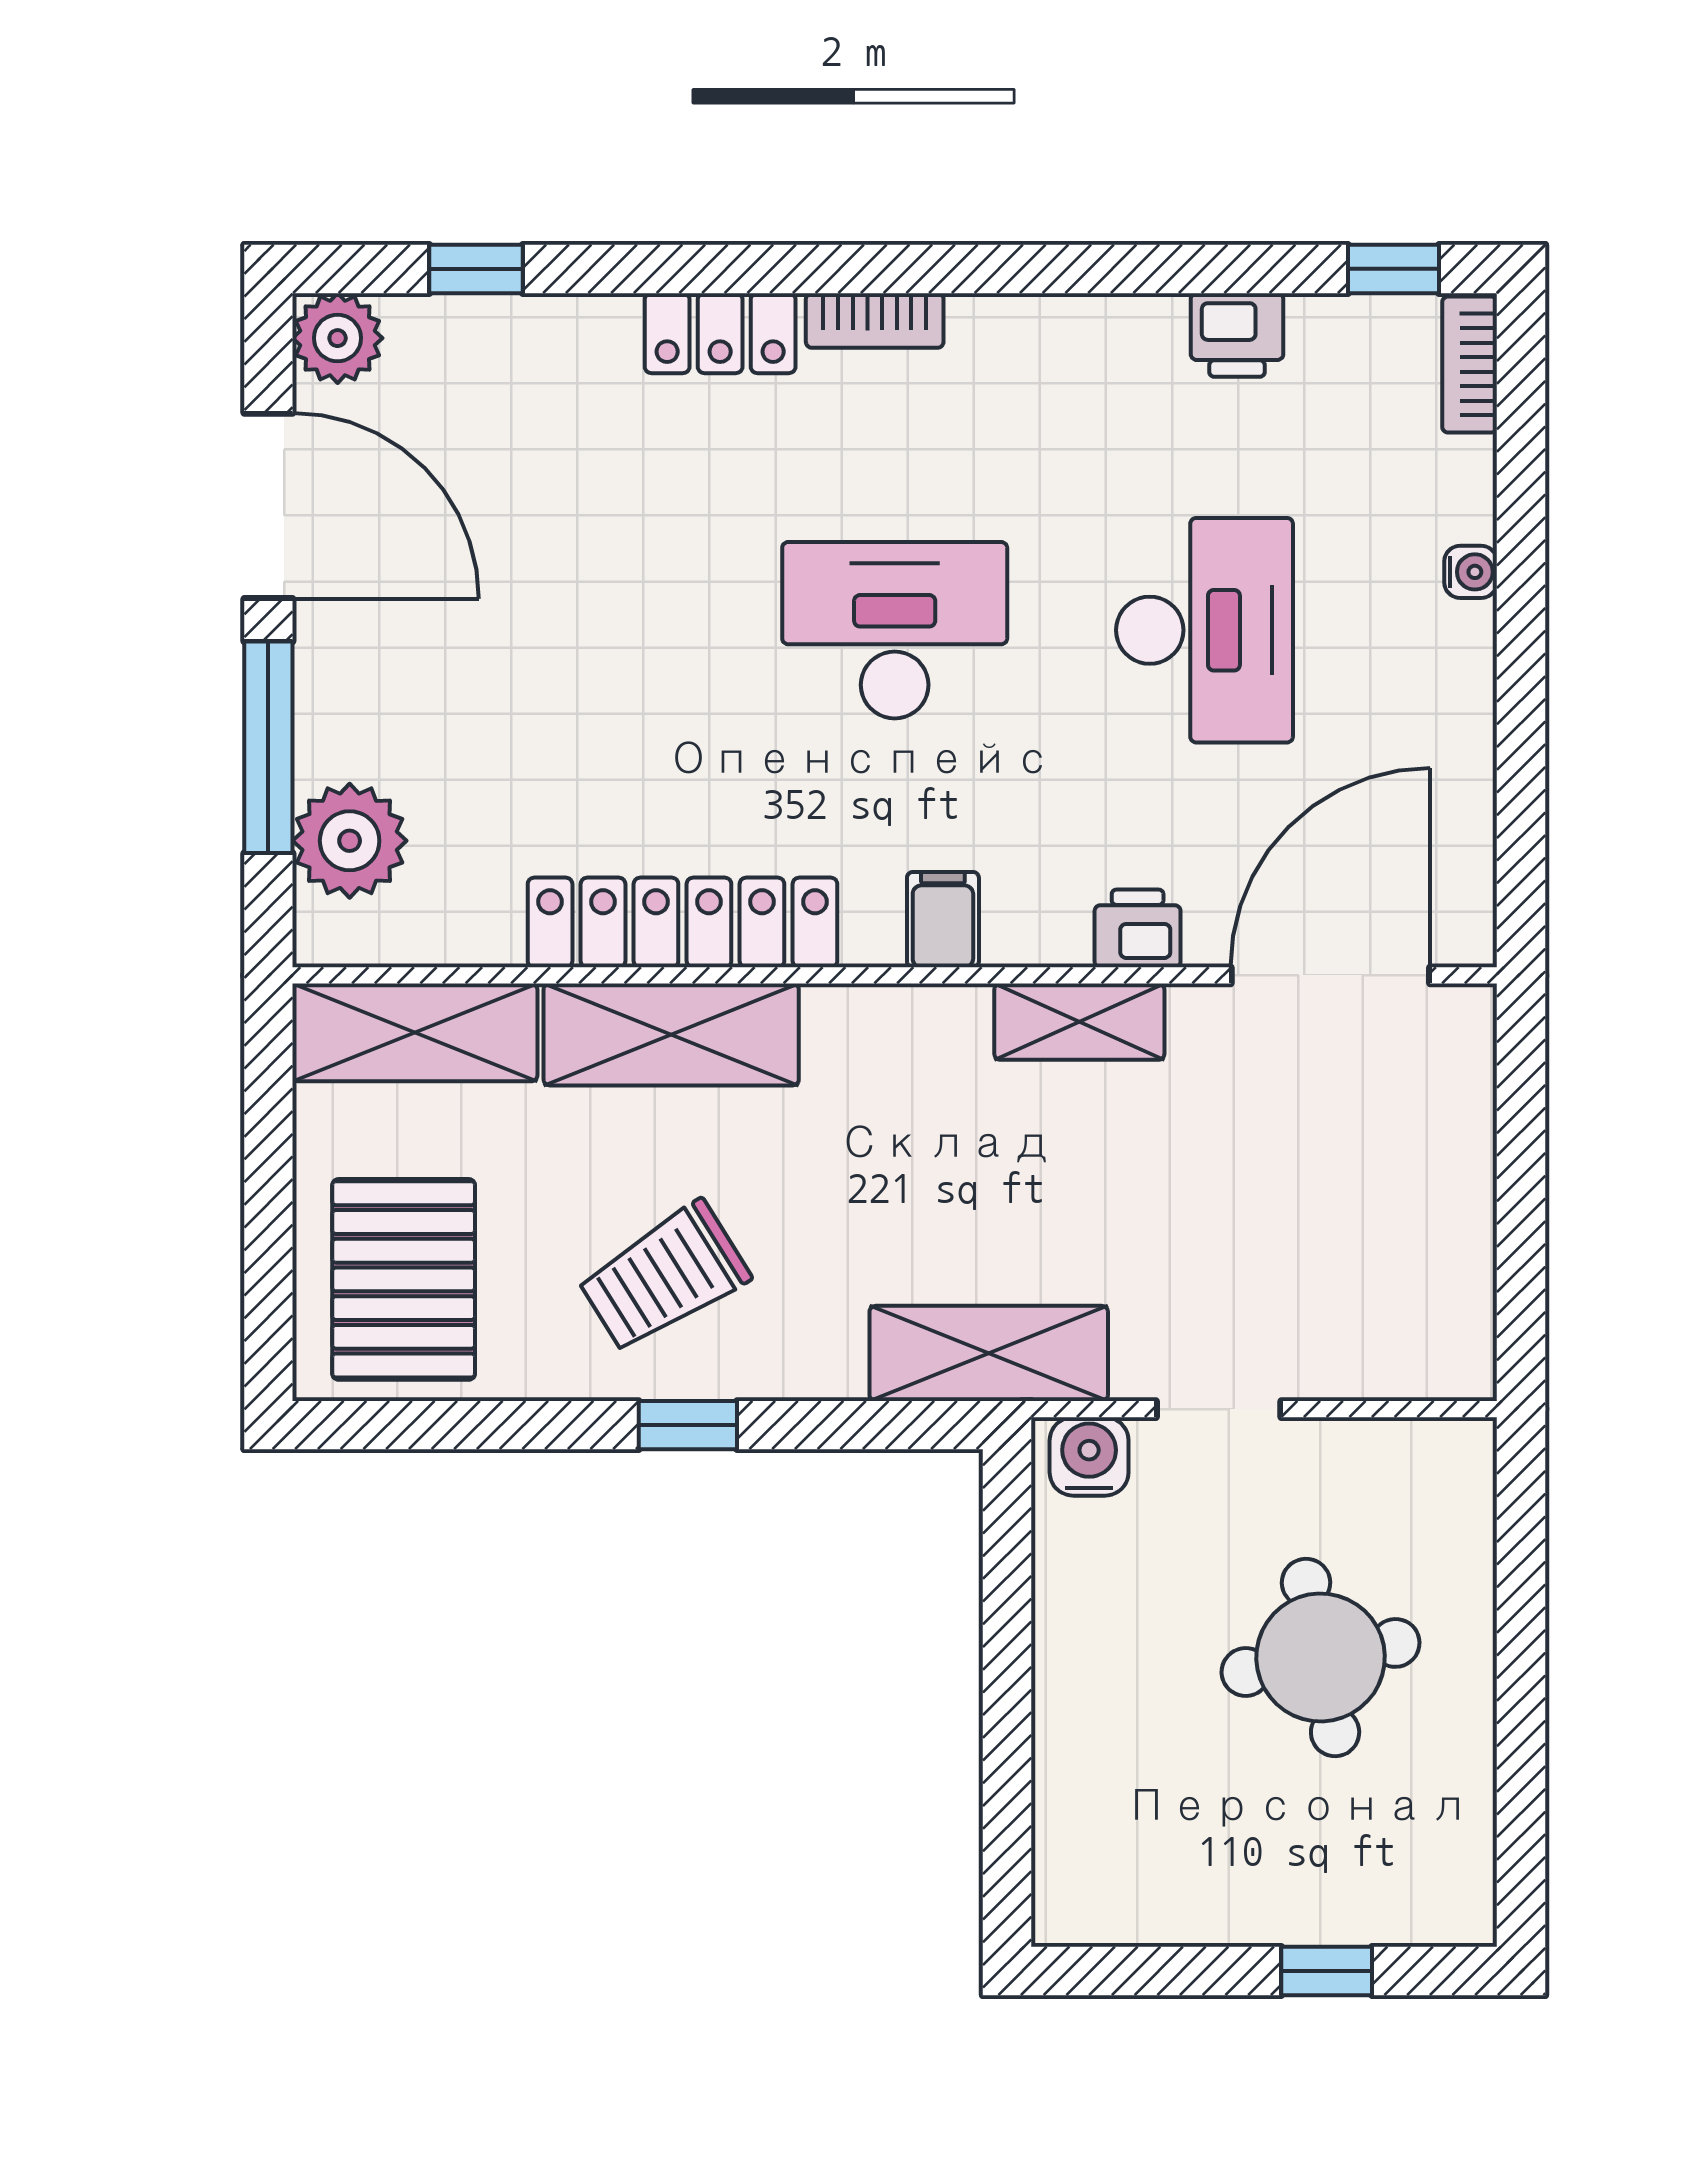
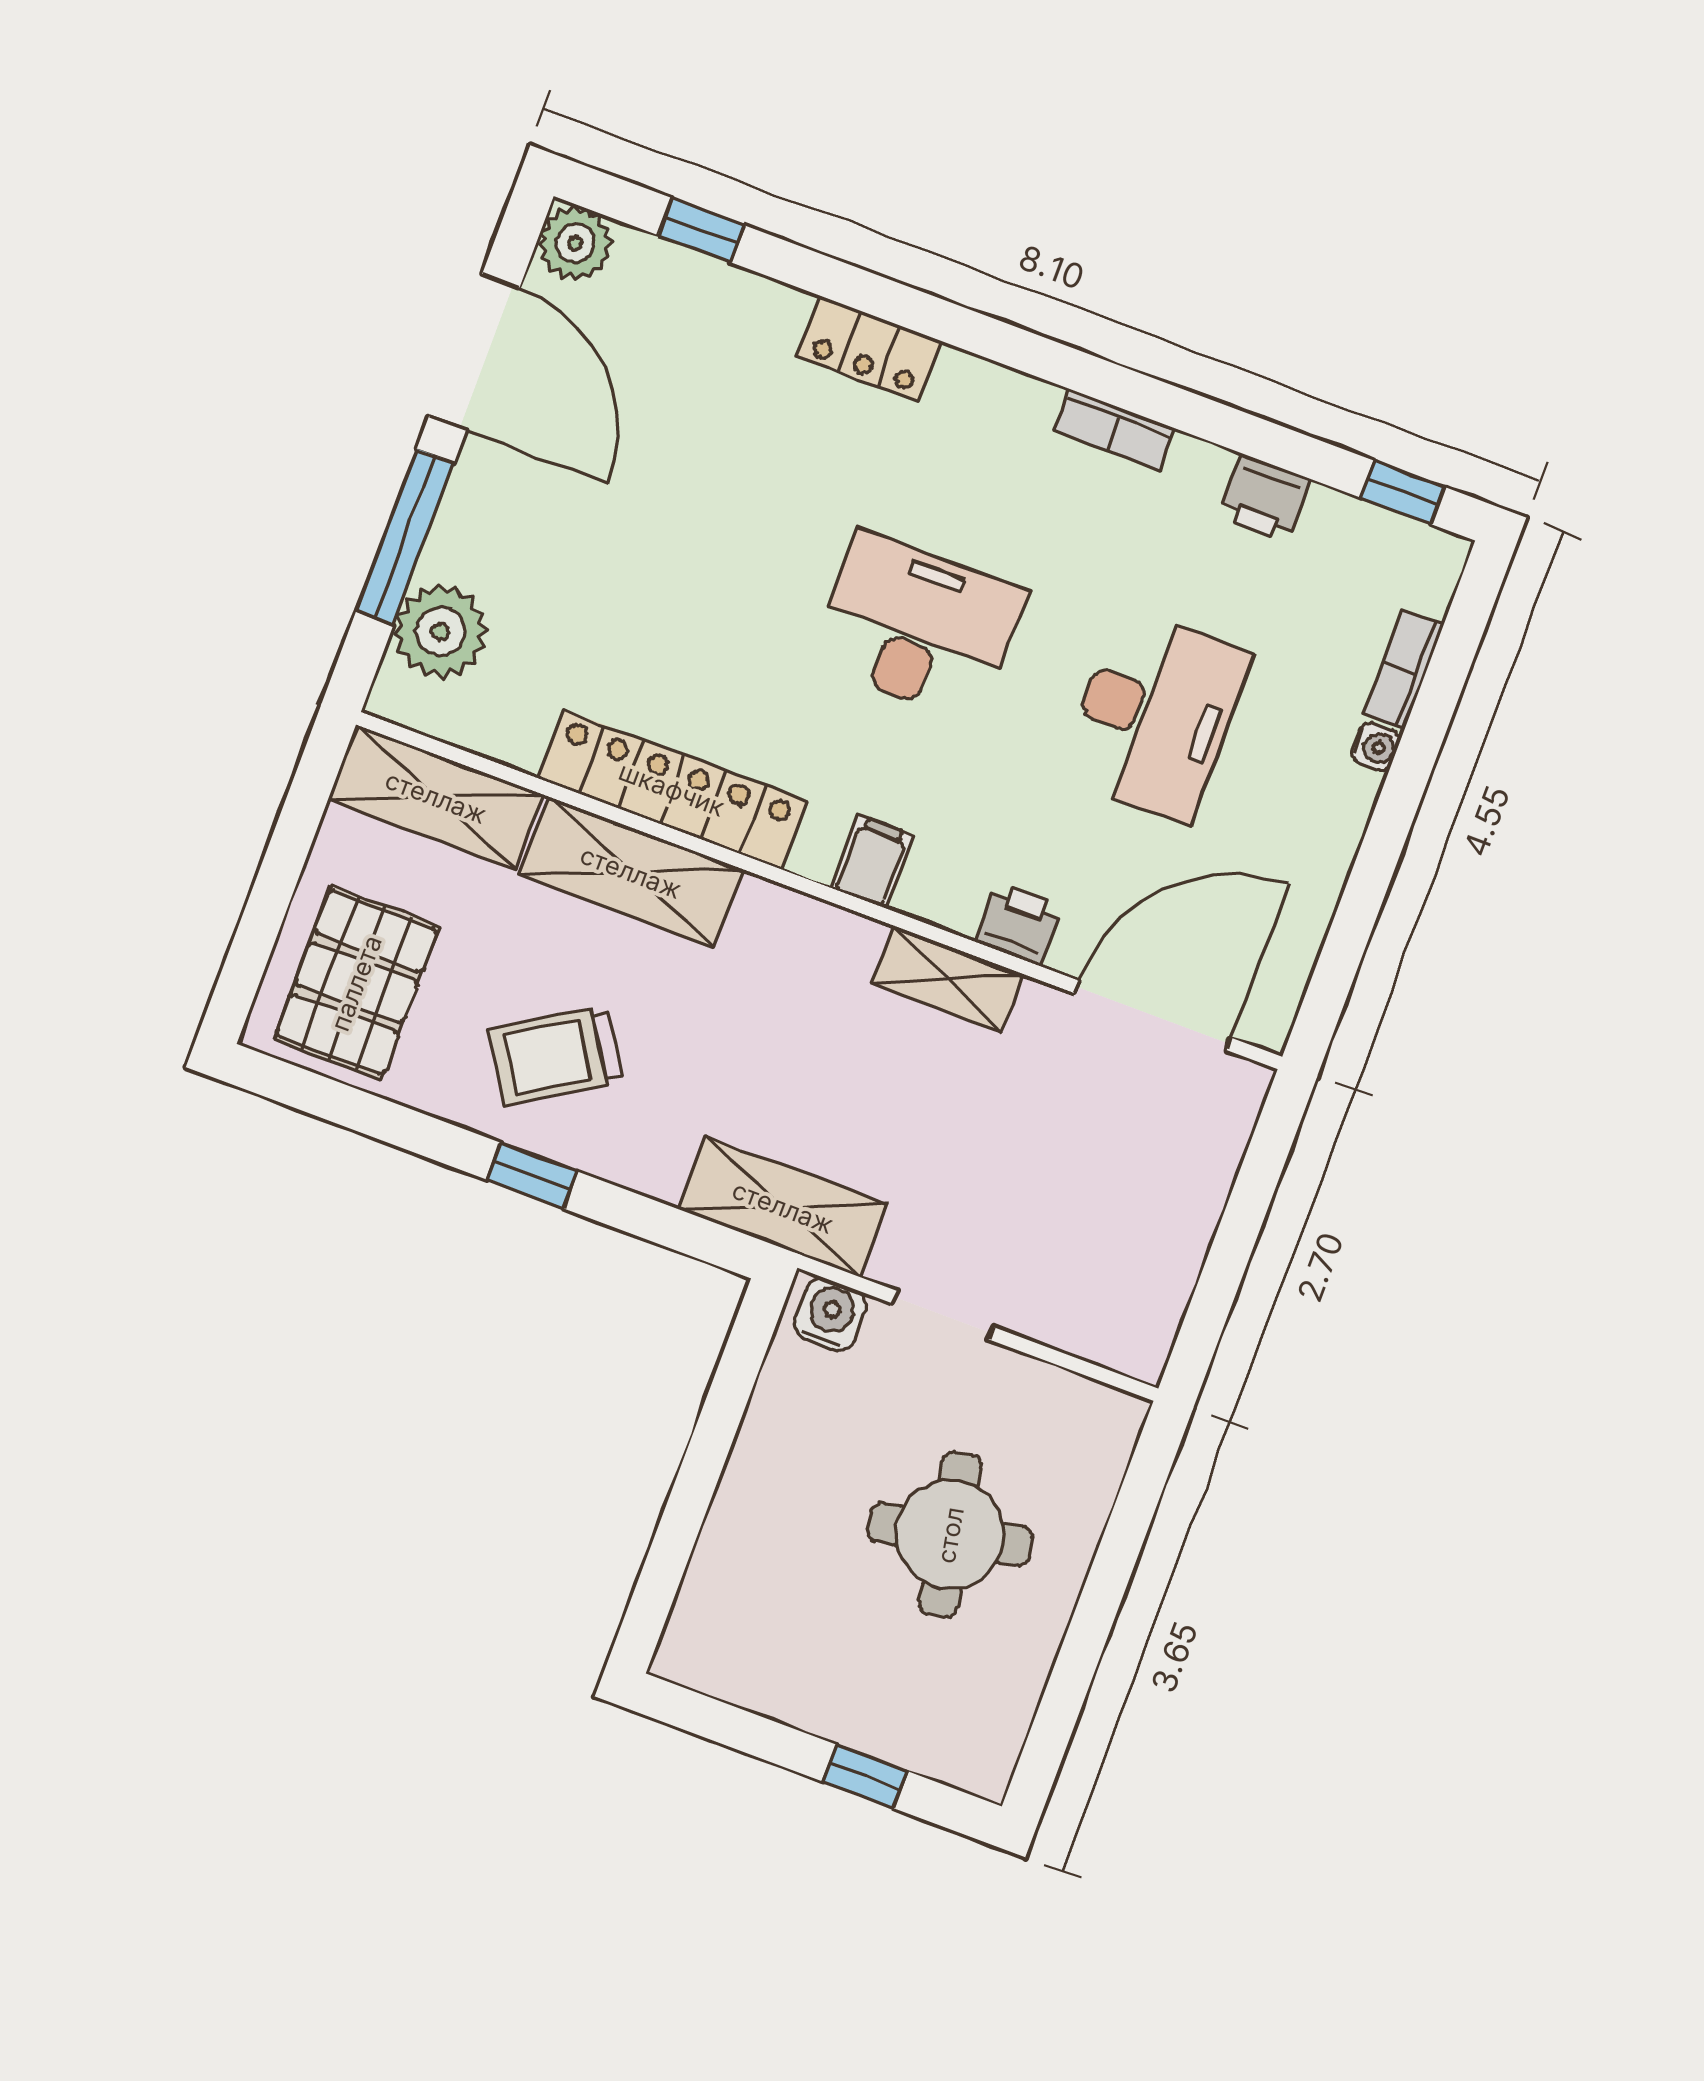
bookcase: (875, 320) -> (1115, 430), moved
bookcase: (1470, 365) -> (1404, 669), moved

